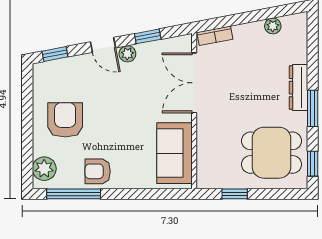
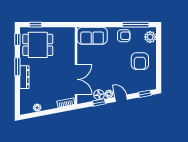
floor lamp: (148, 52) -> (99, 95), added
sofa: (175, 153) -> (92, 36), moved, turned 90
window: (235, 194) -> (36, 25), moved

